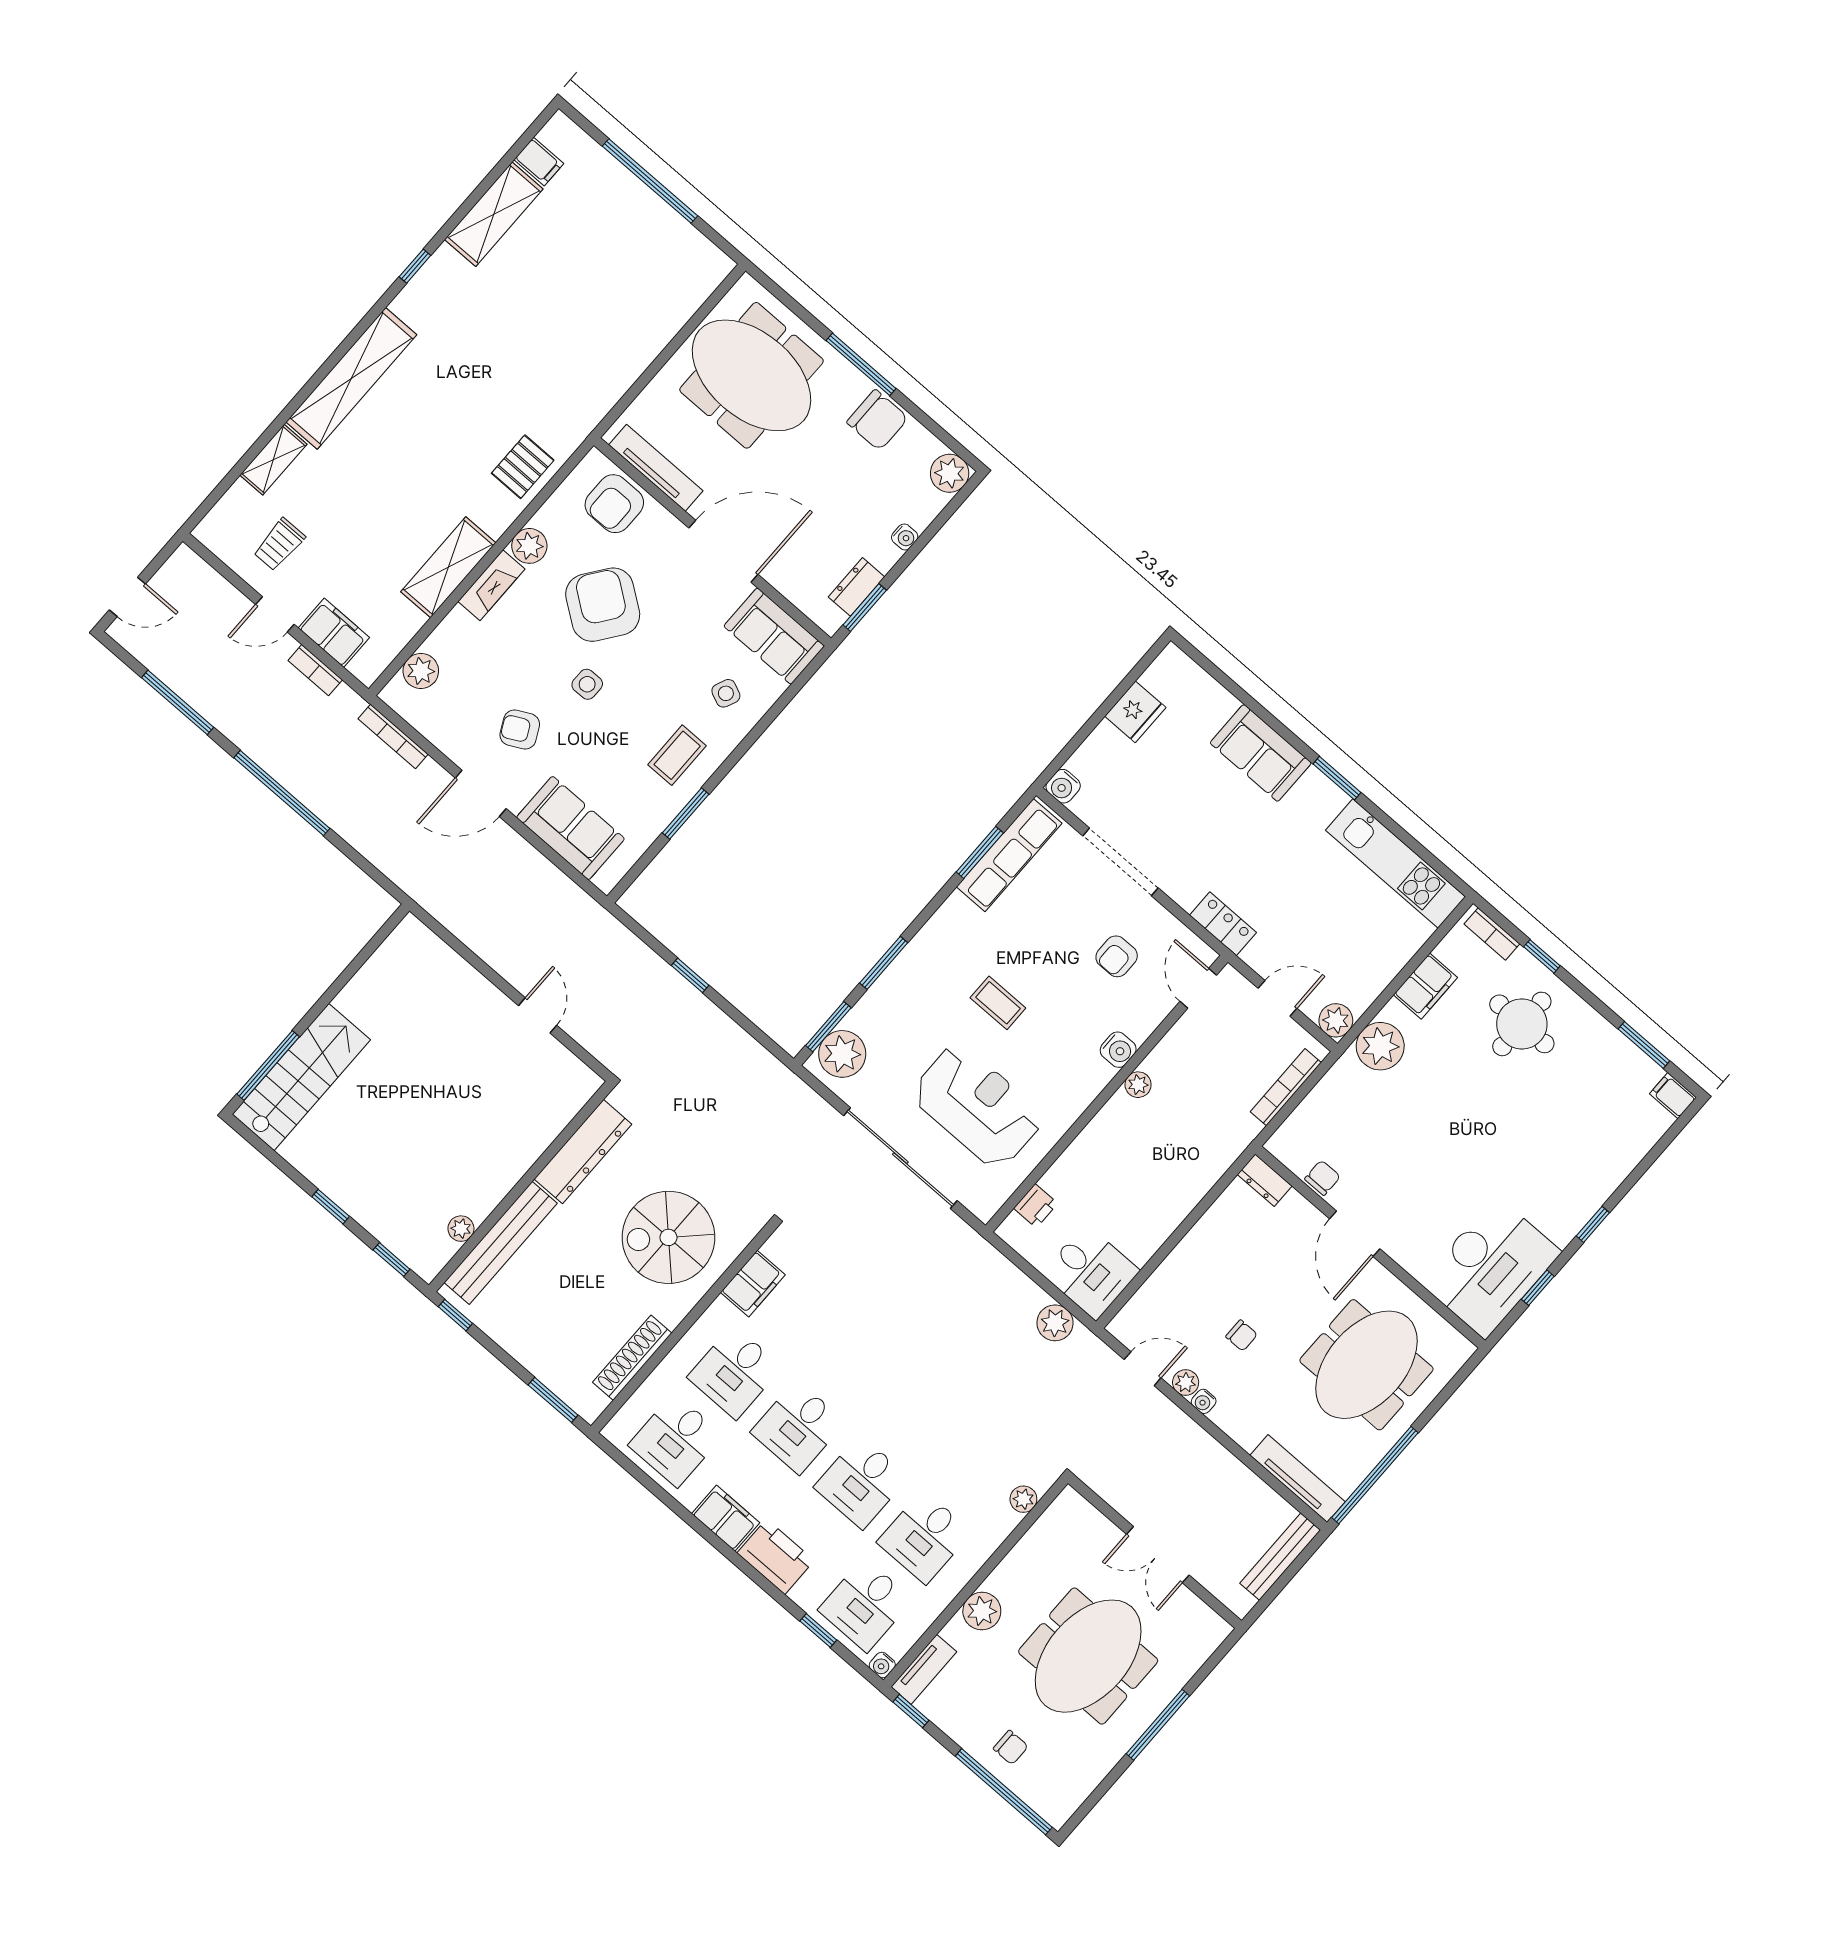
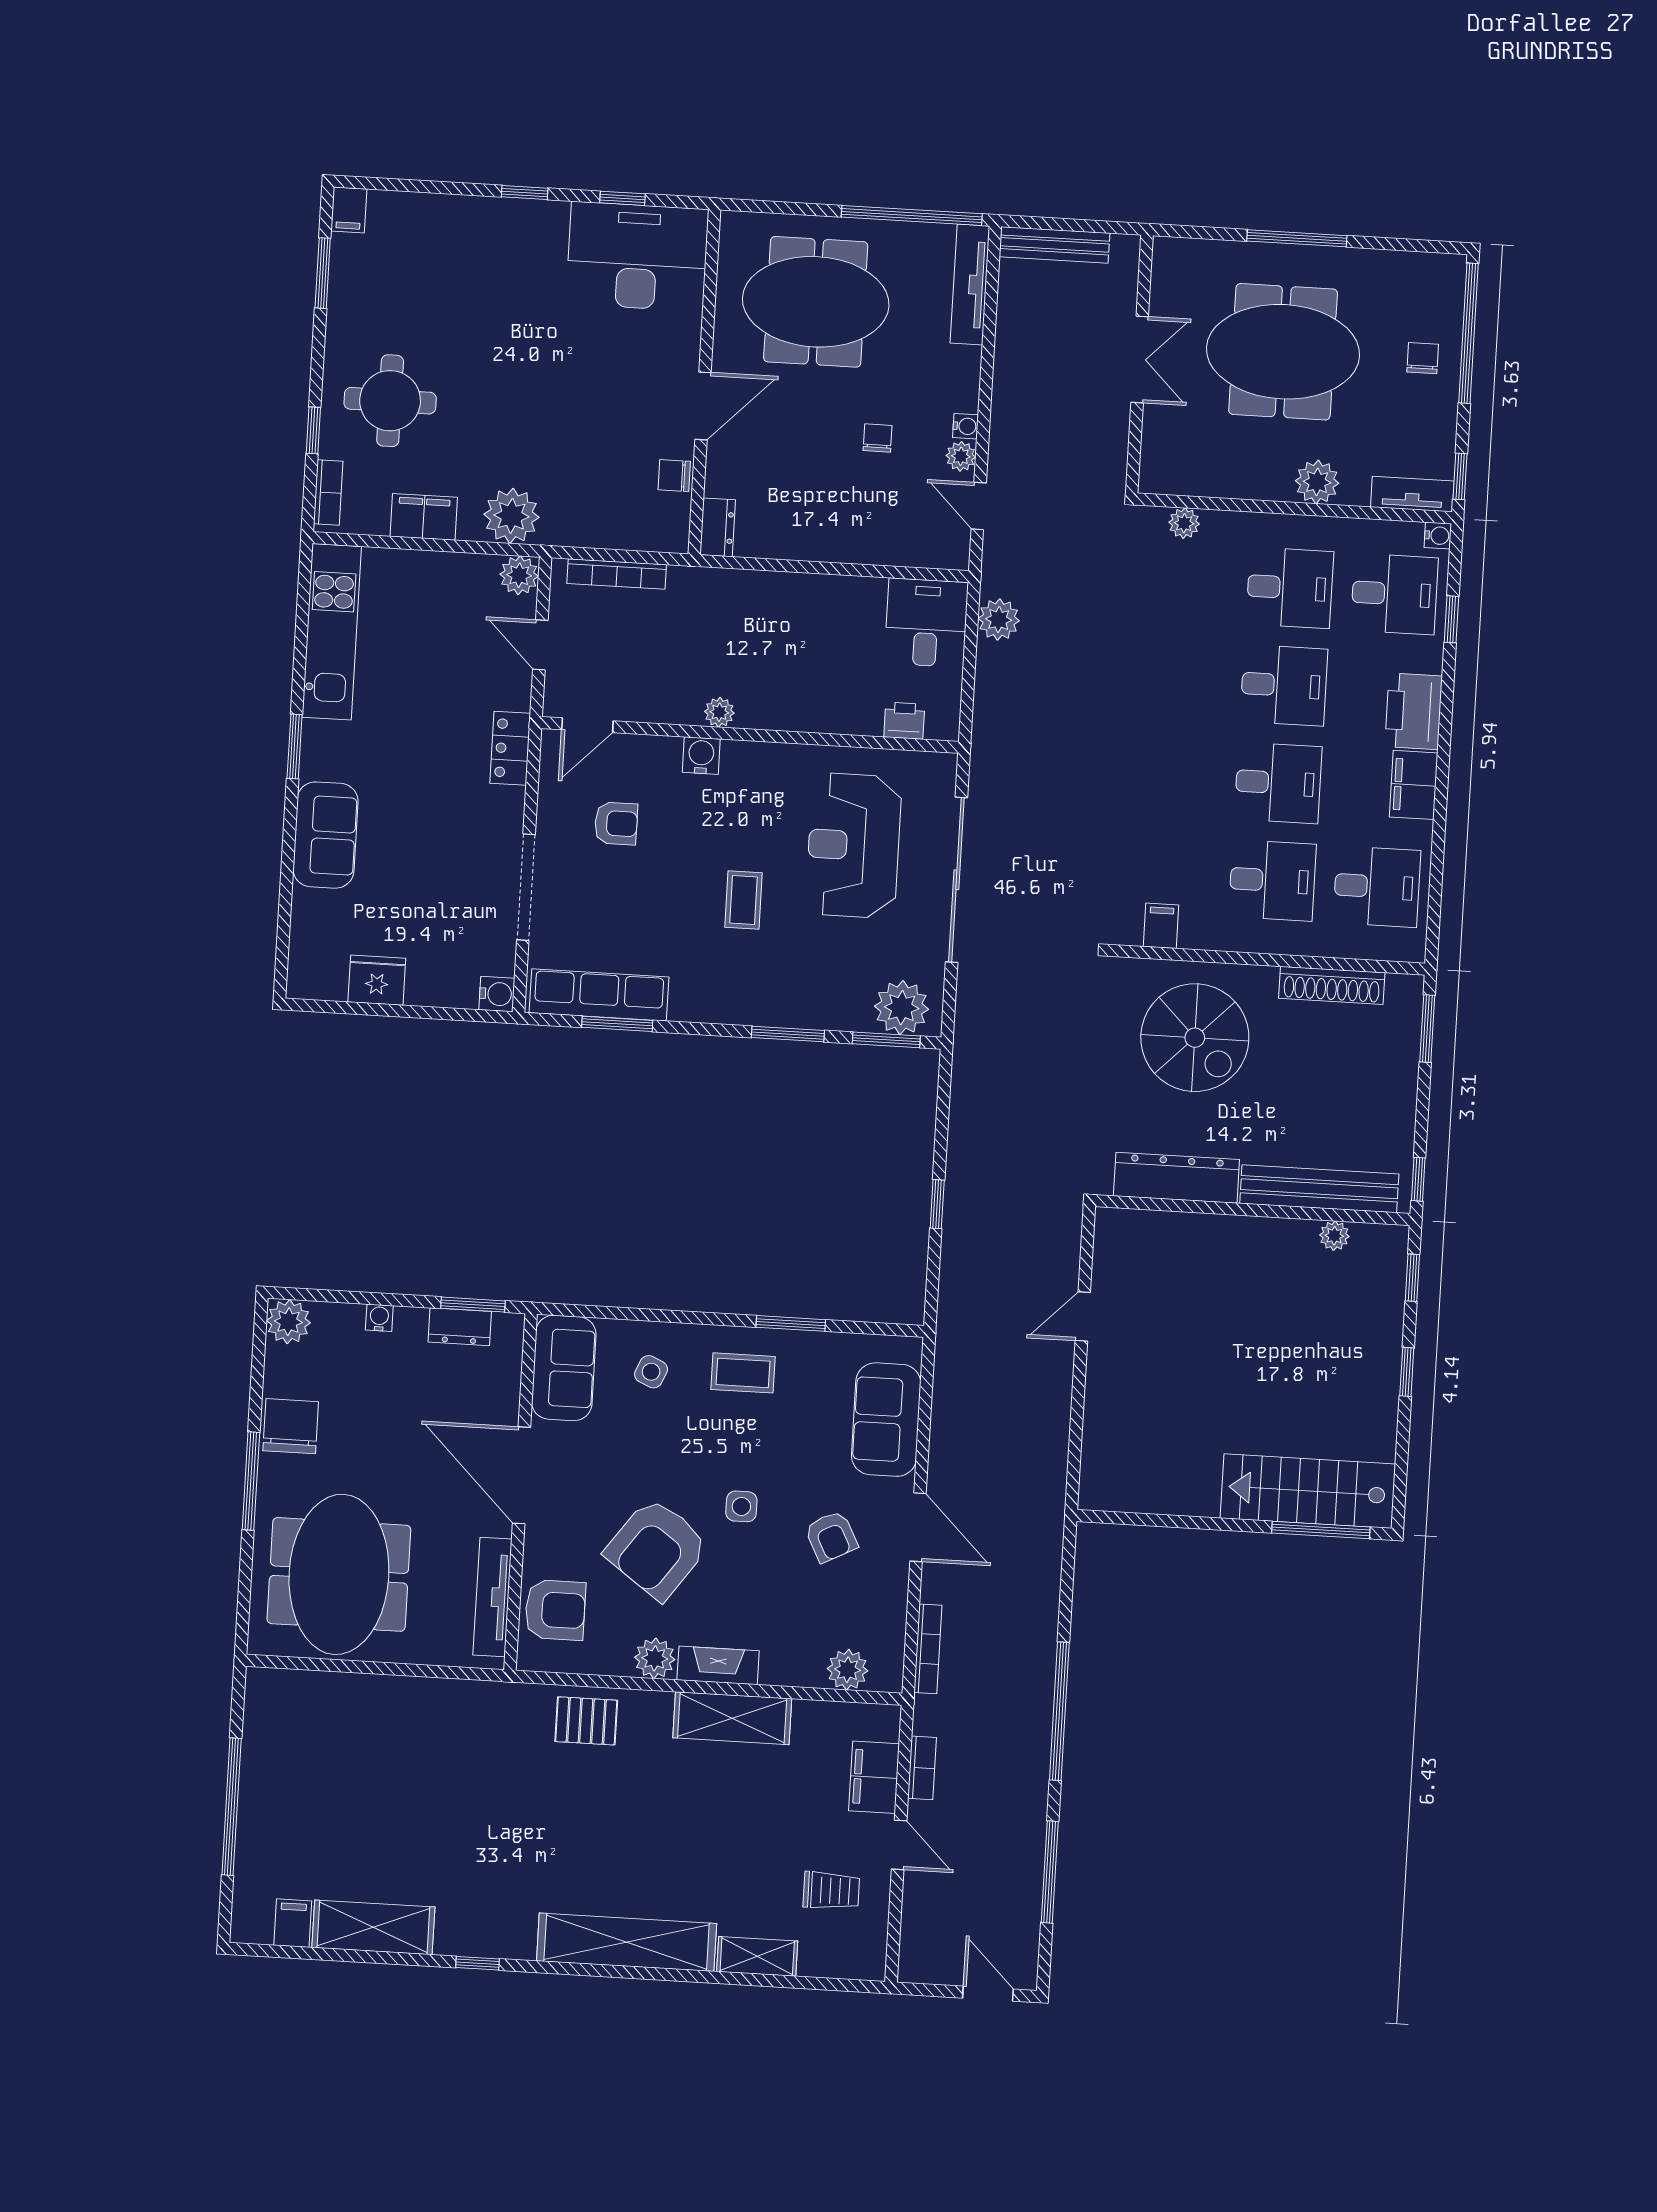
filing cabinet: (753, 1284) -> (1161, 926), width x0.50

